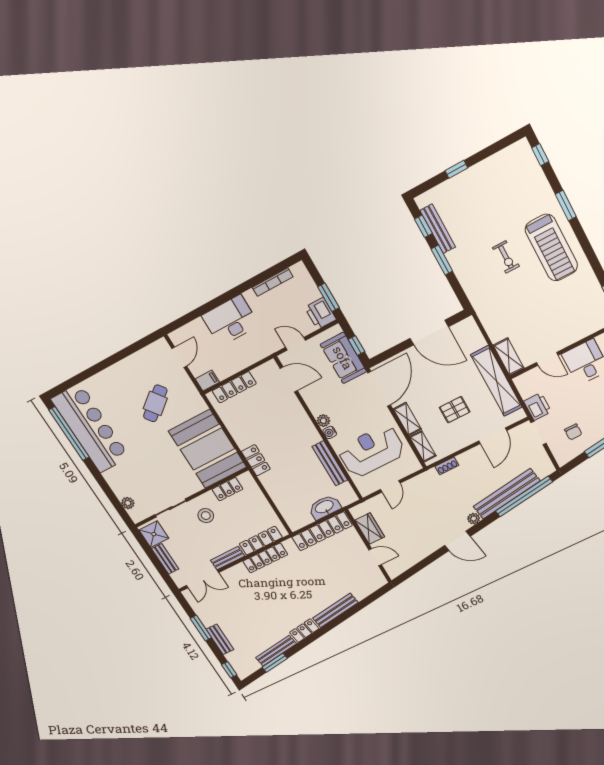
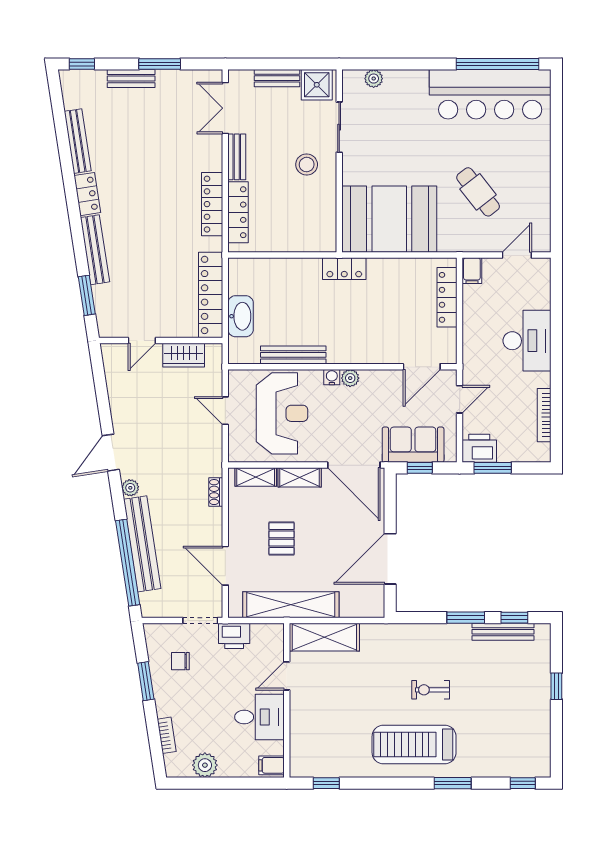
door: (179, 357) -> (517, 255), swing flipped
shelving: (509, 357) -> (324, 637), width x1.50, depth x1.33
locker: (227, 489) -> (326, 212), removed
window: (275, 663) -> (87, 295), moved

